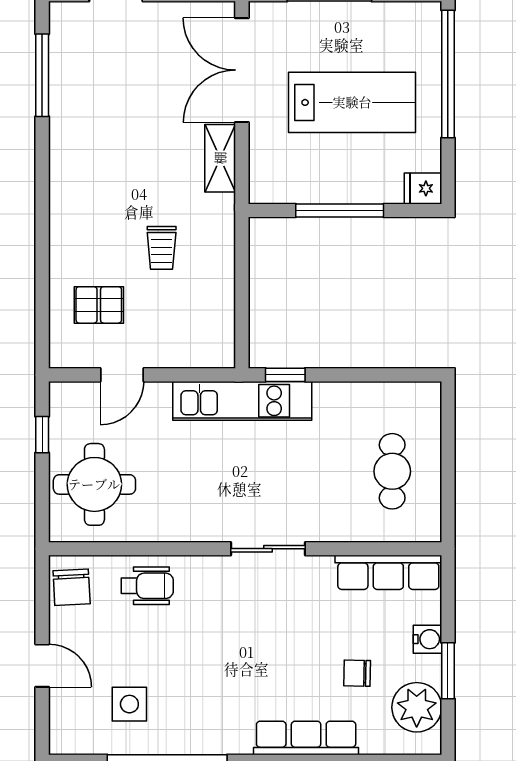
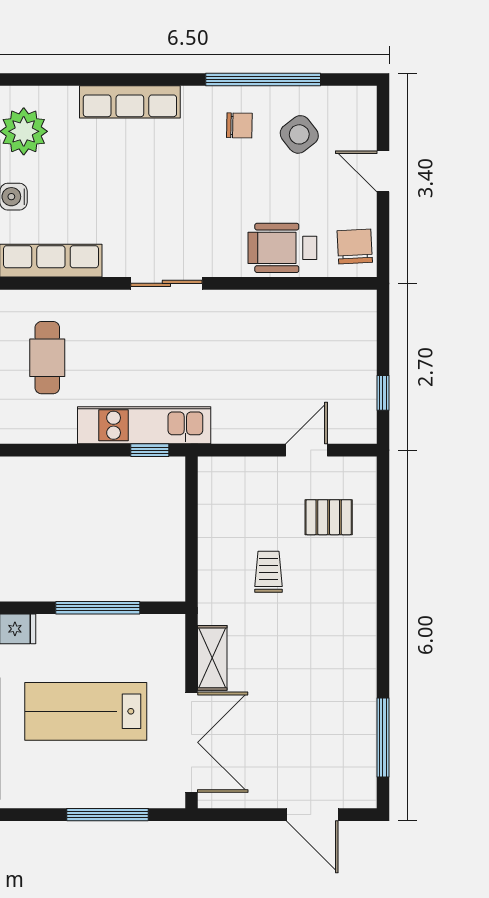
kitchen unit: (242, 401) -> (144, 425), moved
round table: (94, 484) -> (333, 345), removed
wheelchair: (147, 586) -> (282, 248), width x1.36, depth x1.37
chair: (357, 673) -> (239, 125), moved
side table: (129, 704) -> (299, 134), turned -38

